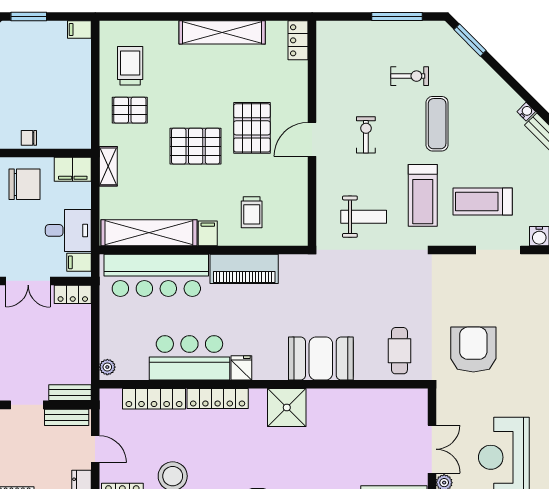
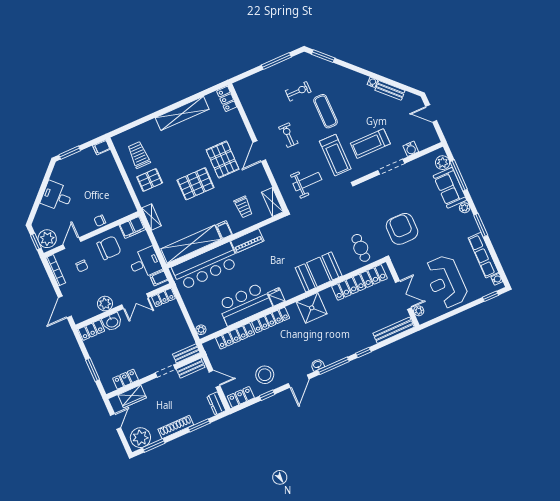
shelving: (298, 224) -> (272, 202), added
piano: (244, 269) -> (247, 241), width x0.73, depth x0.75
locker: (375, 401) -> (359, 282), added

